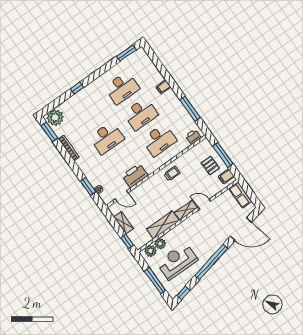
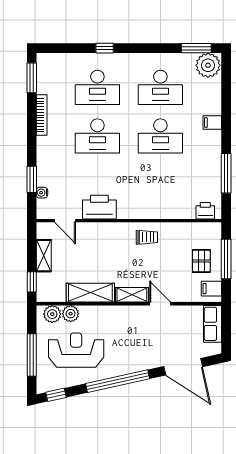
plant: (55, 118) -> (208, 65), moved
desk: (159, 140) -> (97, 87), moved

